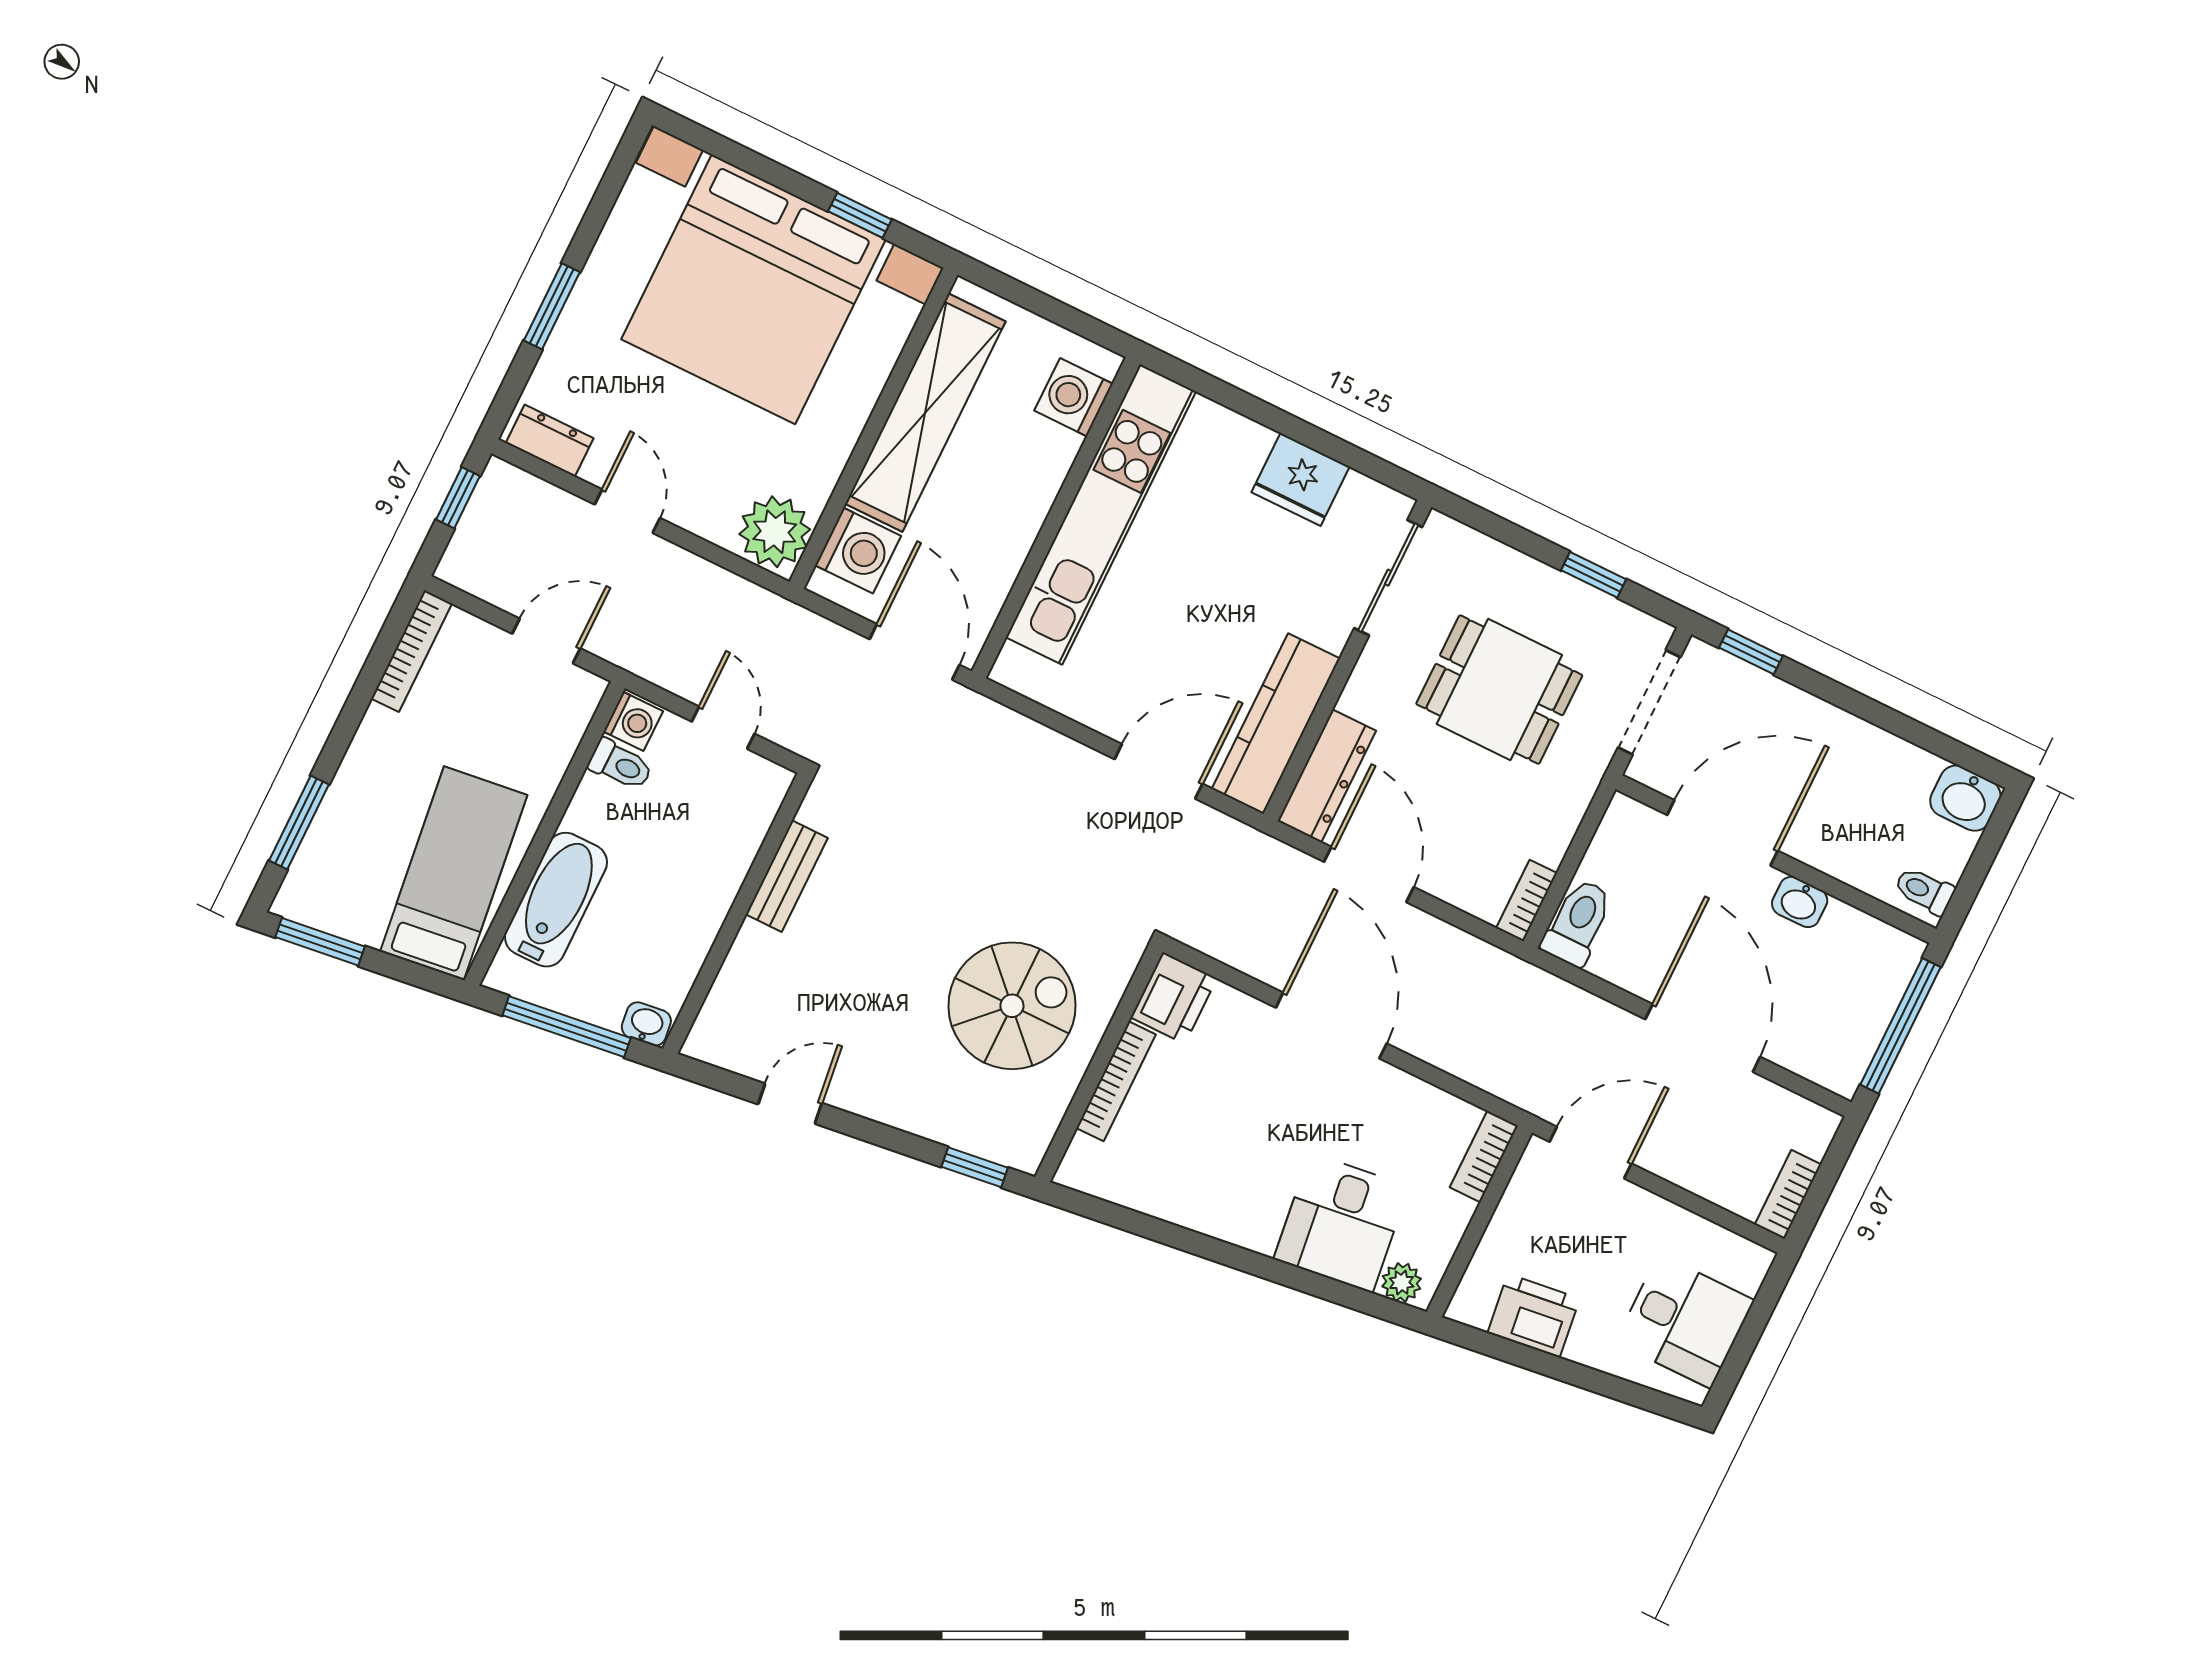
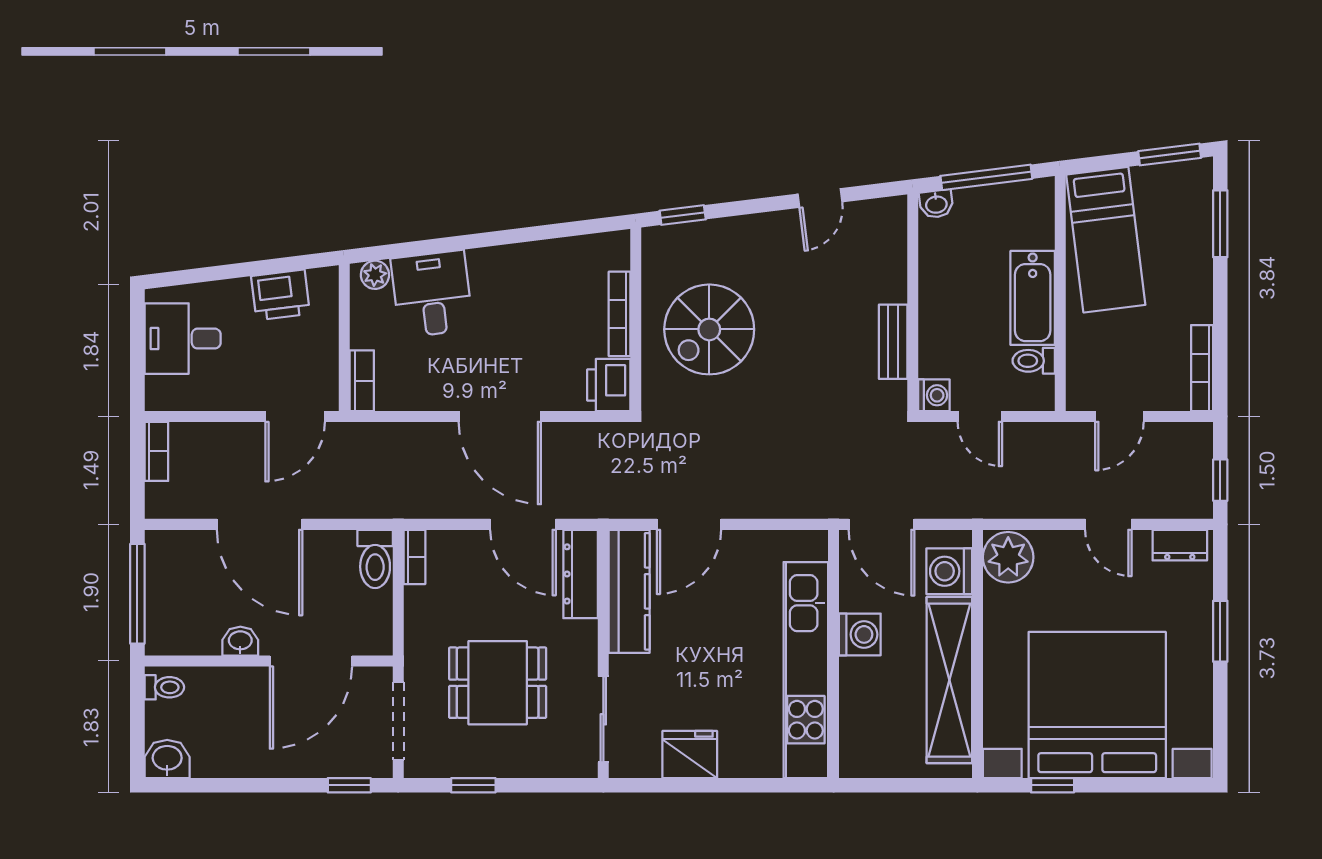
washing machine: (1074, 397) -> (860, 634), moved
washing machine: (633, 721) -> (934, 395), moved, turned 180
bathtub: (556, 900) -> (1033, 298), moved

